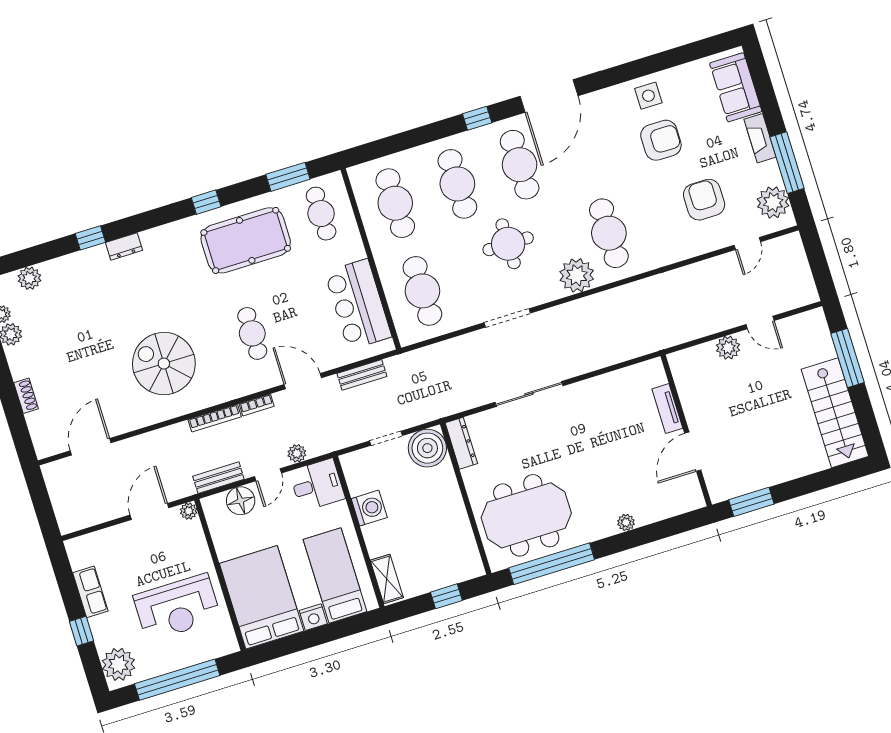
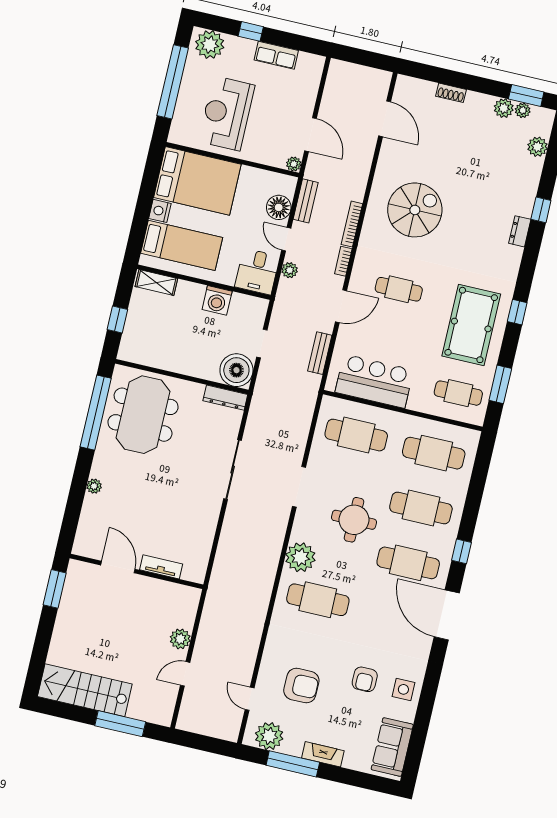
sofa: (736, 87) -> (392, 747), moved, turned -90
armchair: (661, 140) -> (365, 679), width x0.72, depth x0.72

